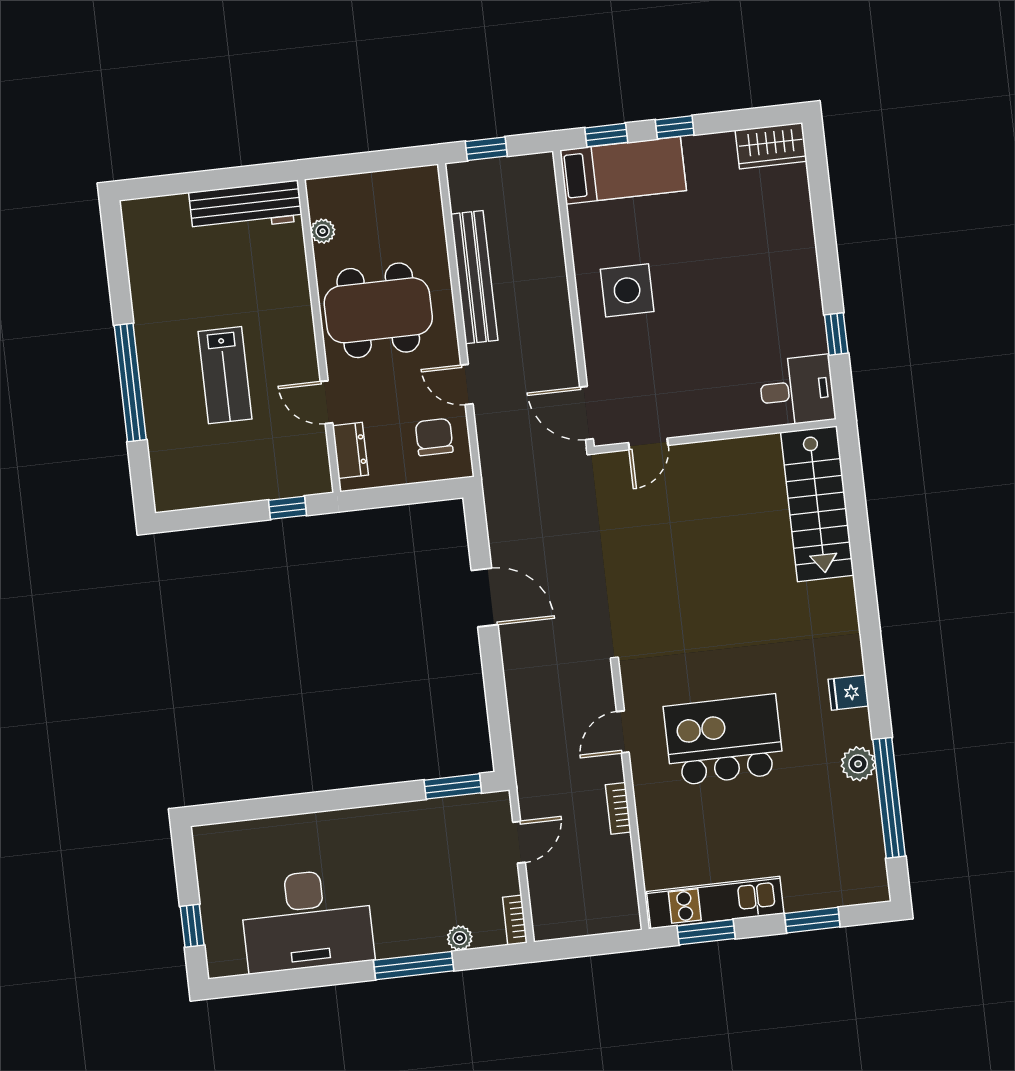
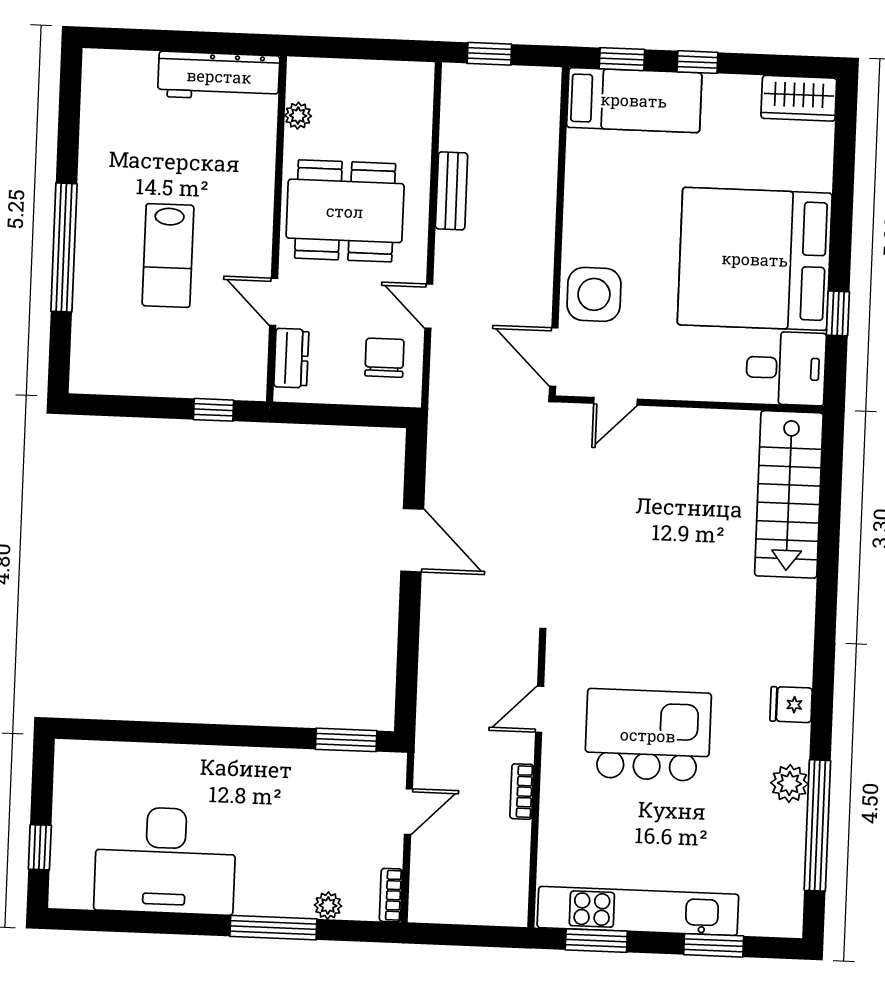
bench: (474, 277) -> (452, 191), width x0.54, depth x0.82
side table: (627, 290) -> (594, 294), moved
bed: (754, 296) -> (755, 259), added
kitchen unit: (715, 903) -> (638, 911), width x1.36

